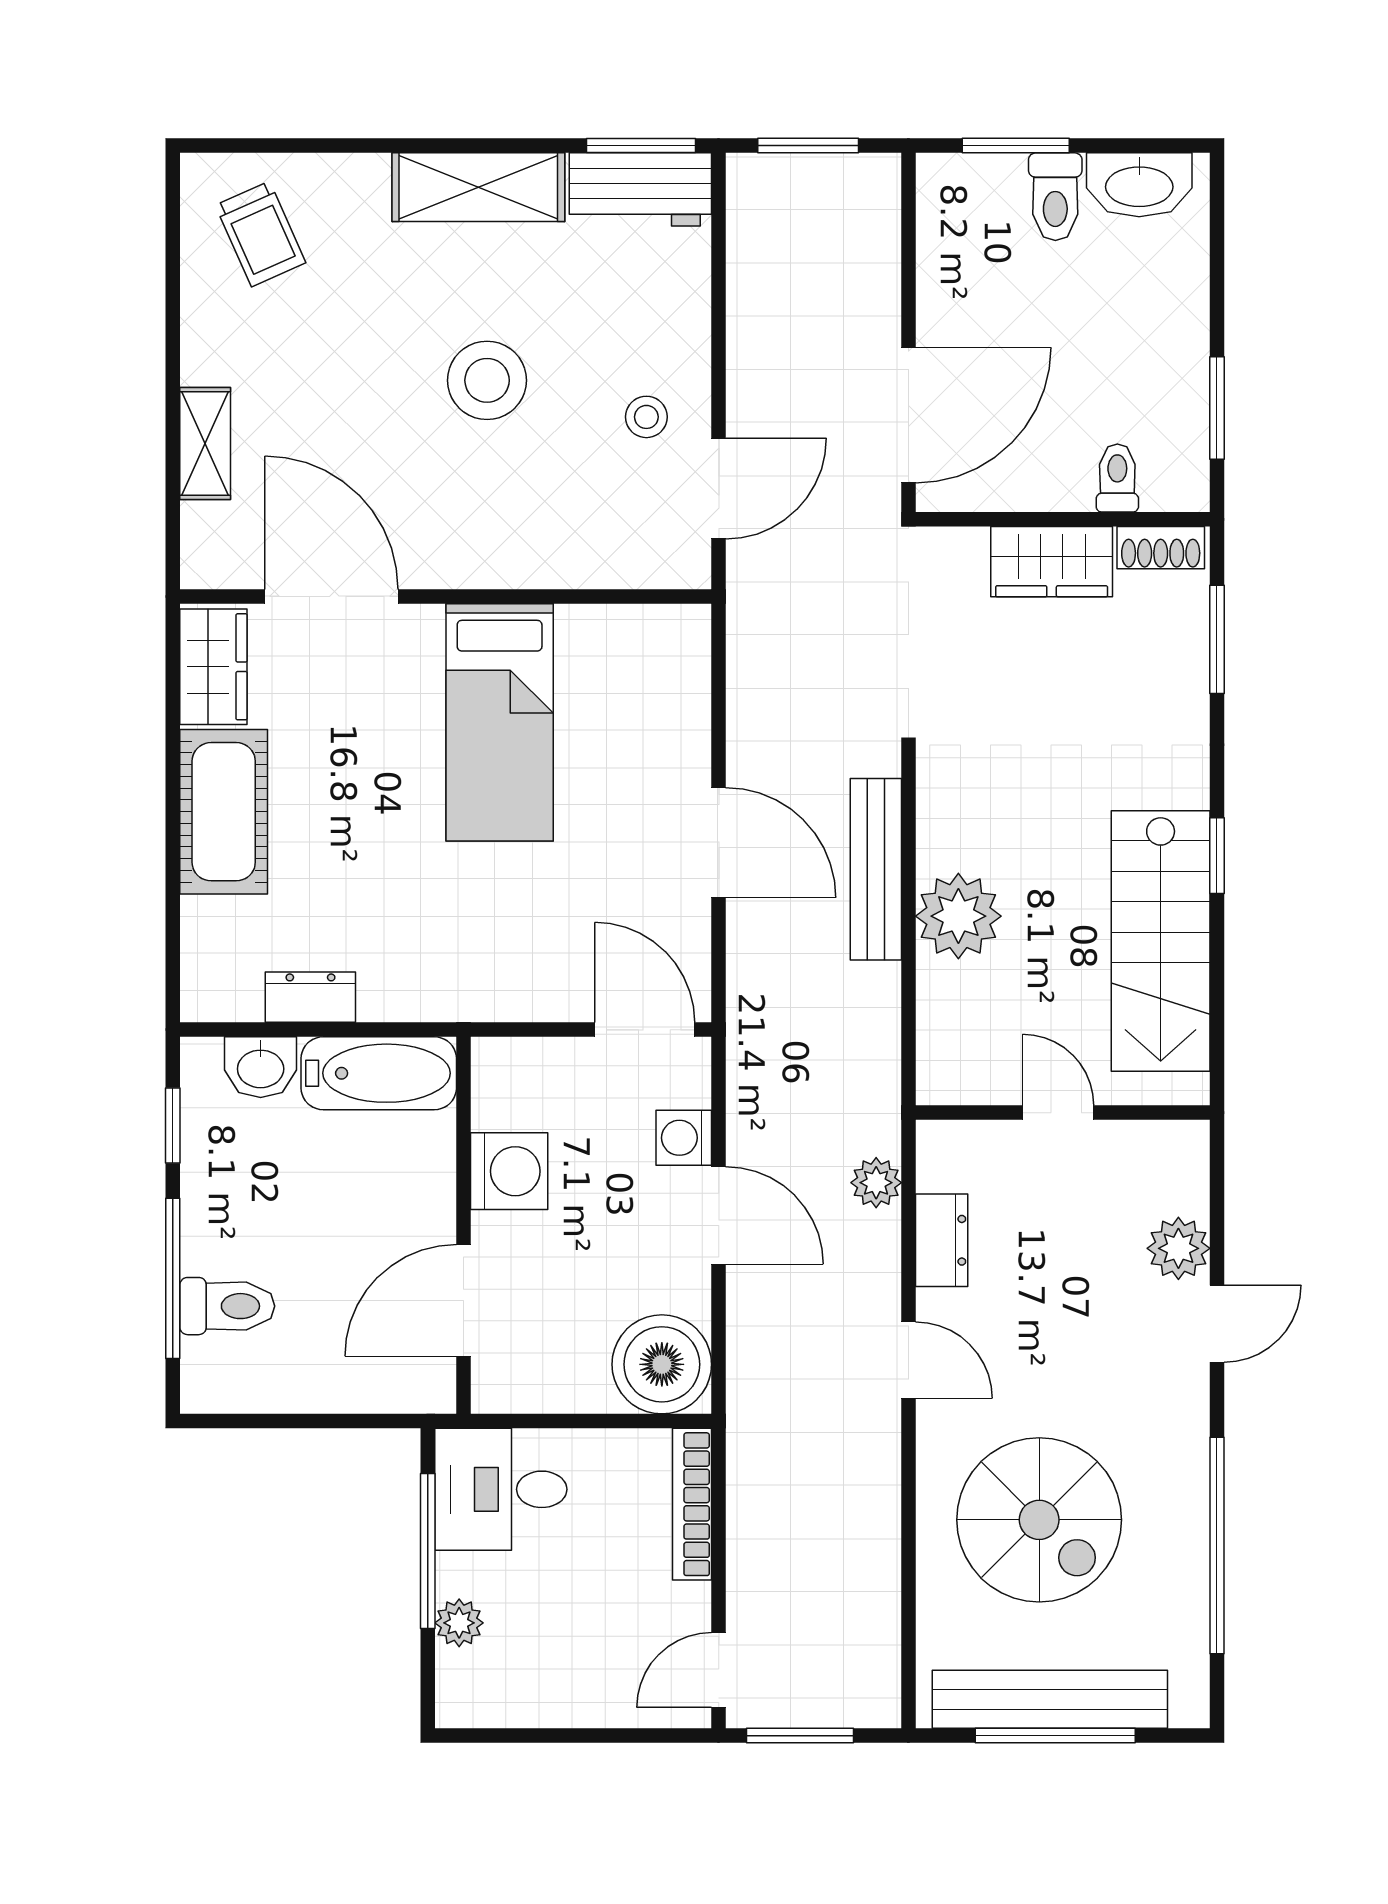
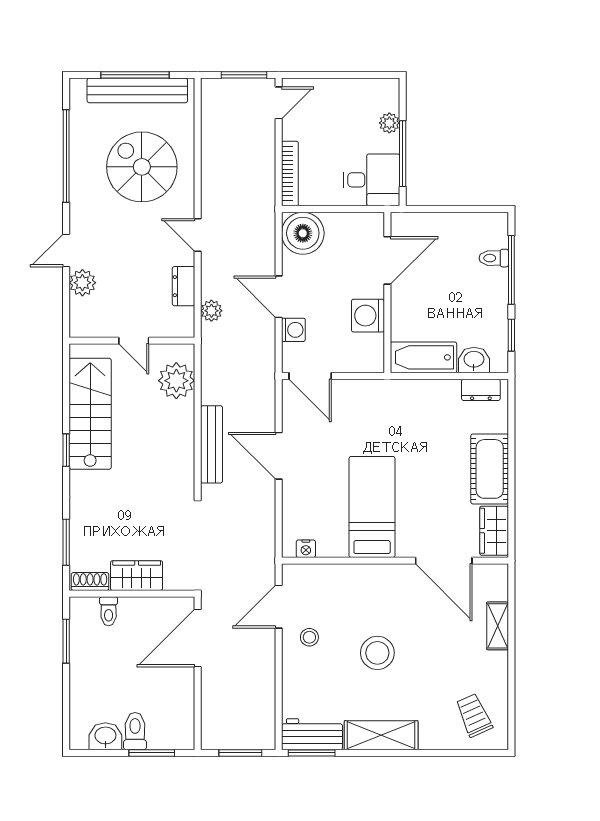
washbasin: (1139, 185) -> (105, 736), width x0.72
nightstand: (655, 625) -> (306, 549), added
plant: (958, 916) -> (176, 381), moved
dresser: (310, 997) -> (481, 390), moved
toilet: (227, 1306) -> (494, 258), width x0.73, depth x0.72

